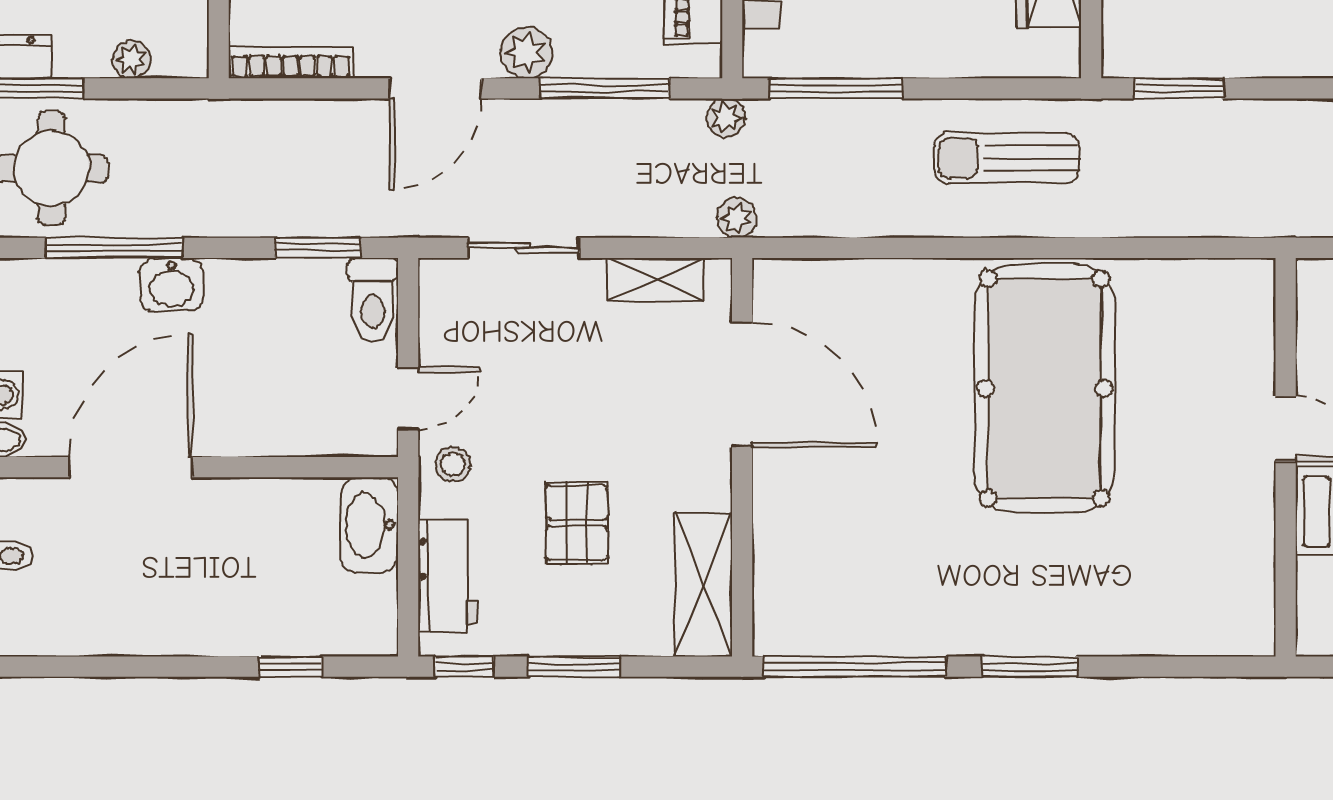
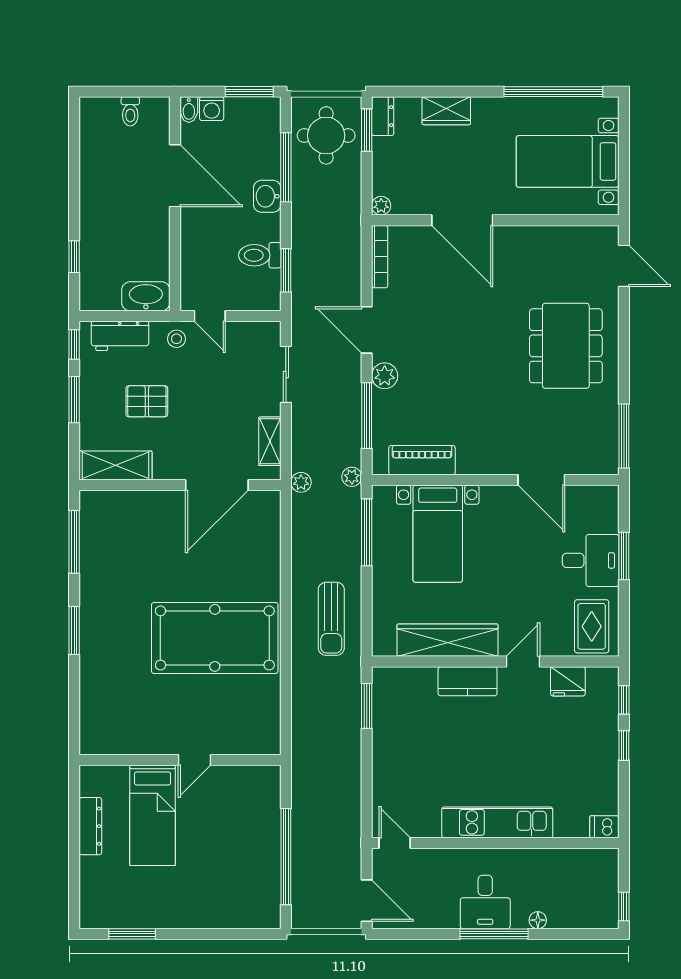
plant: (132, 60) -> (381, 206), moved
sun lounger: (1007, 158) -> (331, 619), turned 180
toilet: (373, 300) -> (260, 255), moved
window: (855, 667) -> (74, 542), width x0.68

